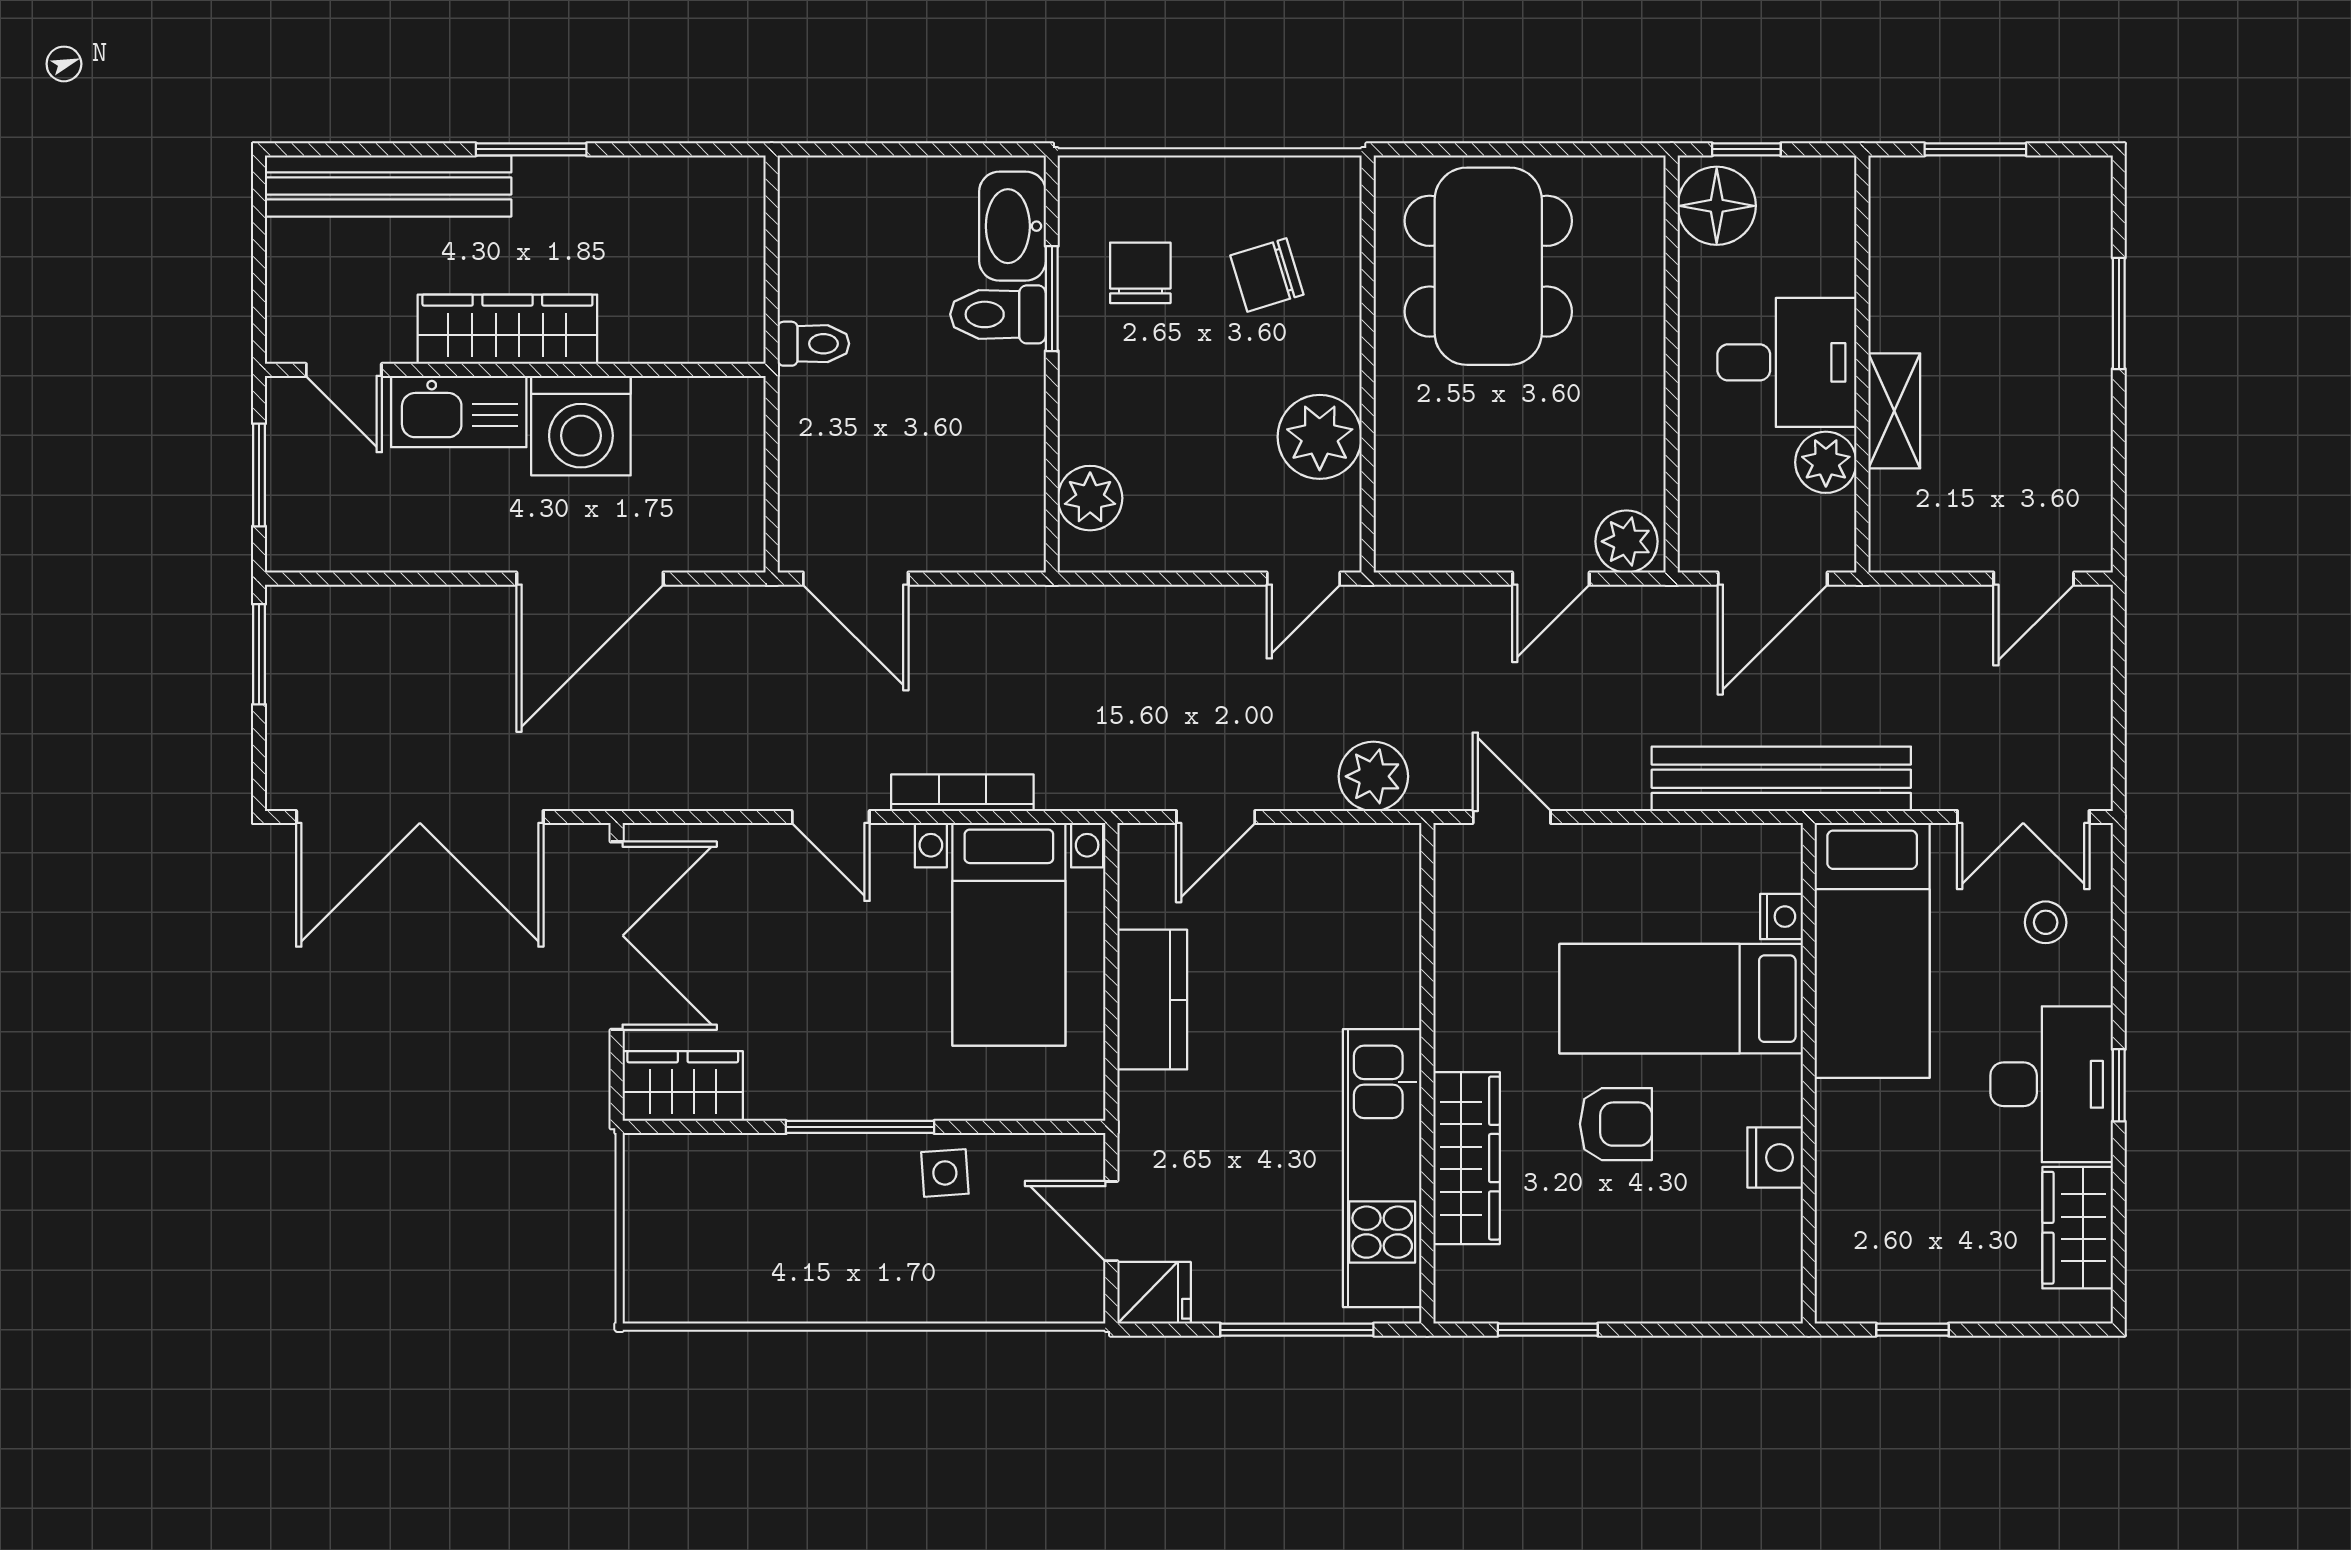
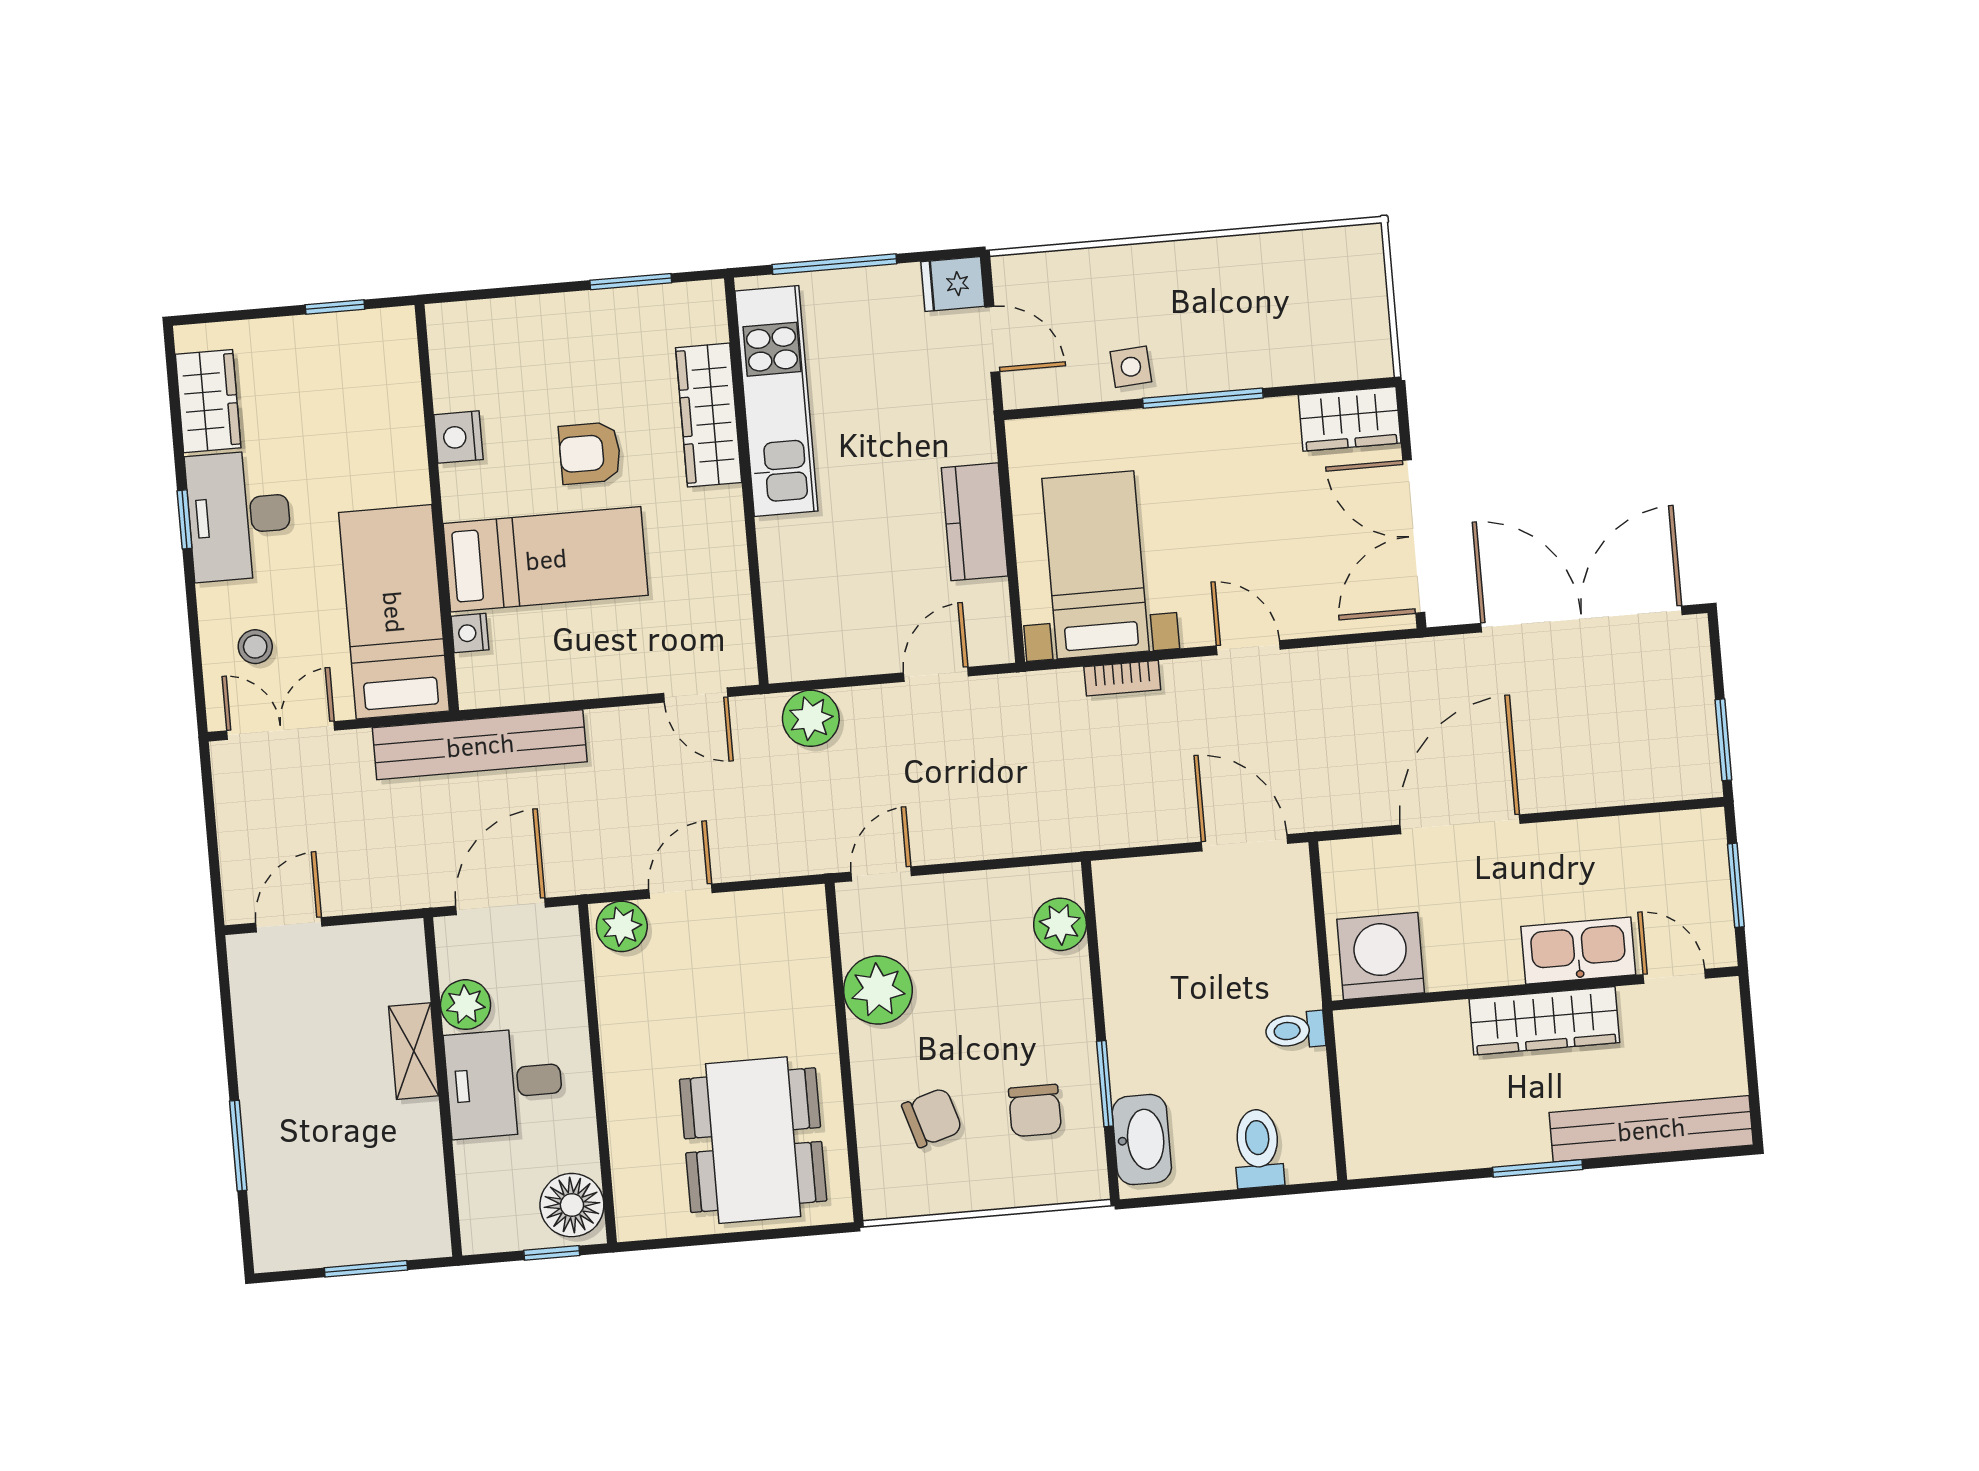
toilet: (998, 314) -> (1258, 1148), moved, turned -90
washing machine: (581, 426) -> (1381, 956), moved
bookcase: (962, 793) -> (1122, 678), width x0.64

